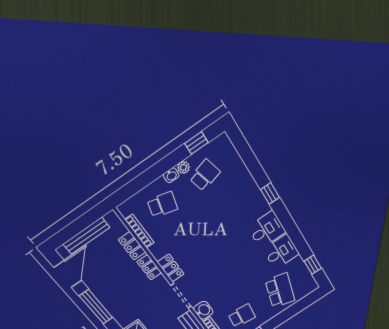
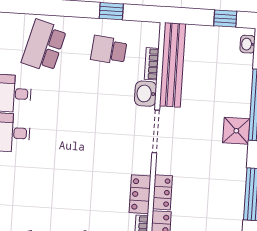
locker: (171, 268) -> (140, 194), moved

